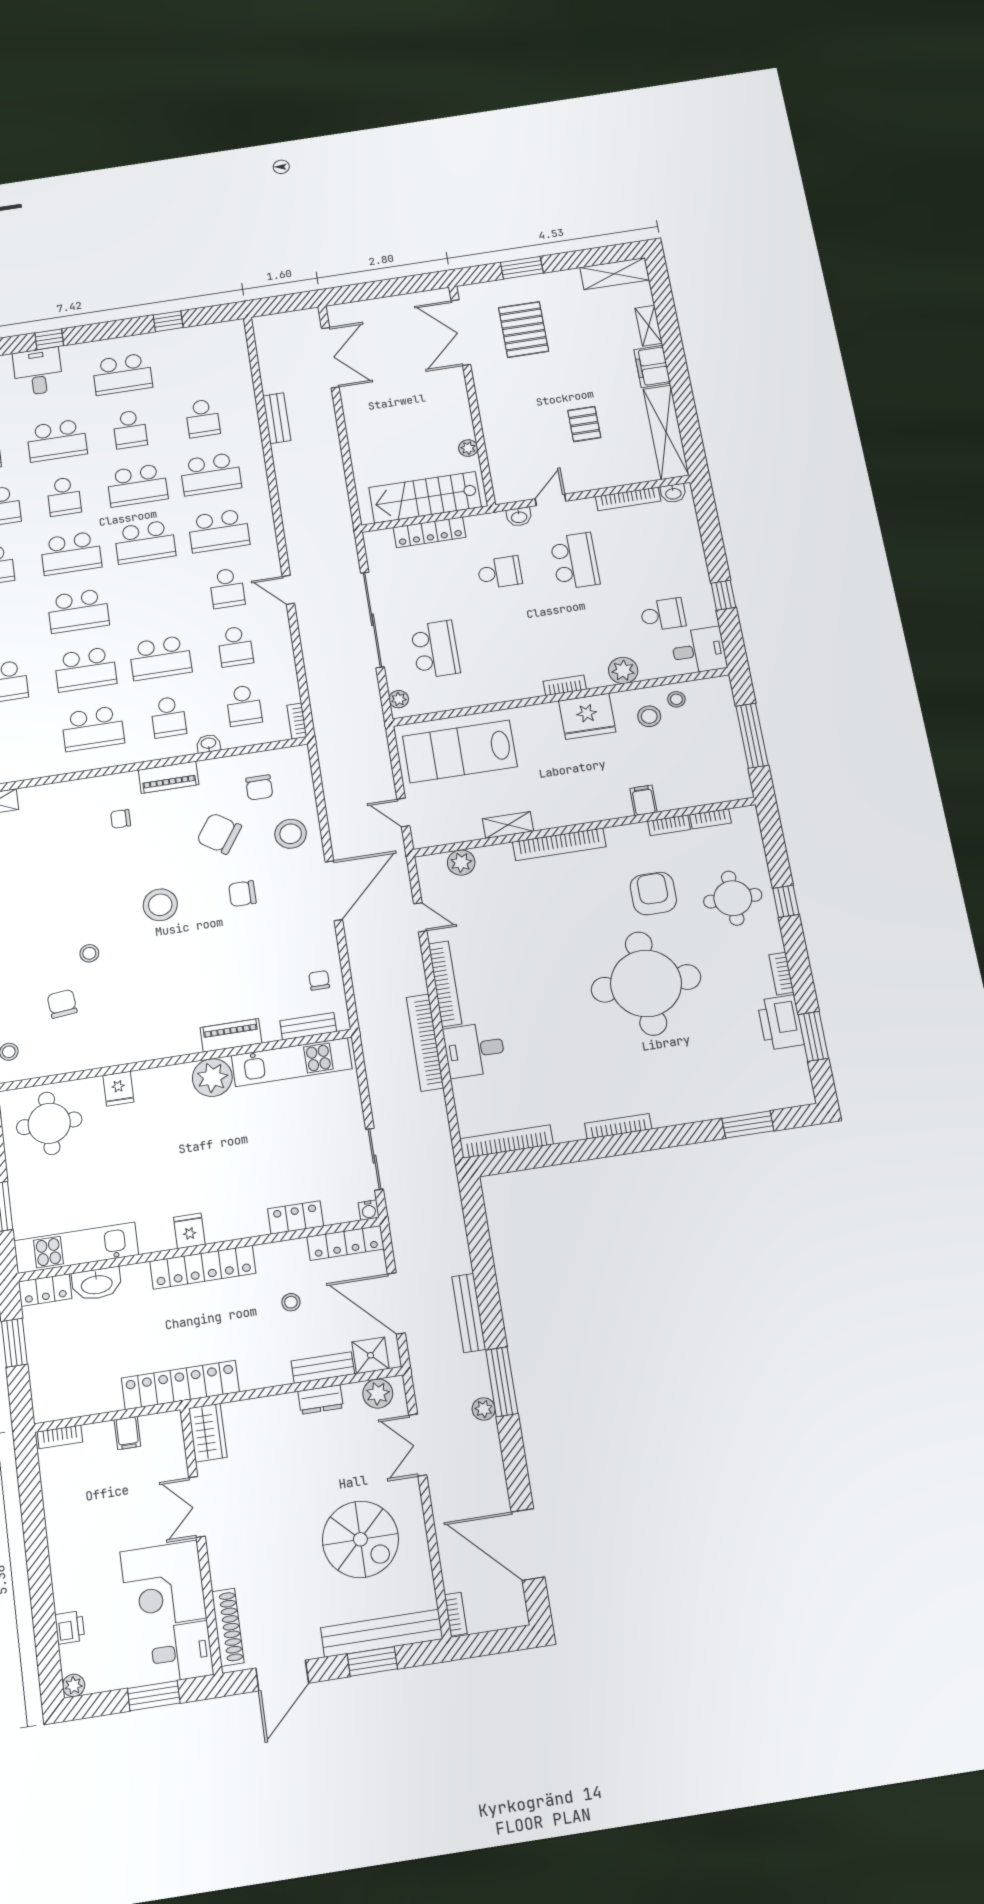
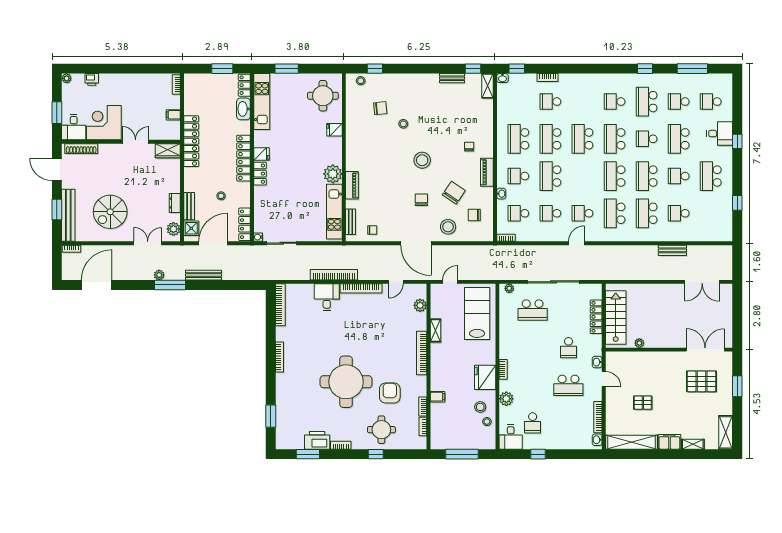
armchair: (653, 894) -> (390, 393), turned -90
locker: (296, 1218) -> (260, 174), moved

